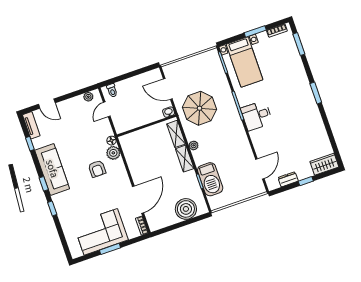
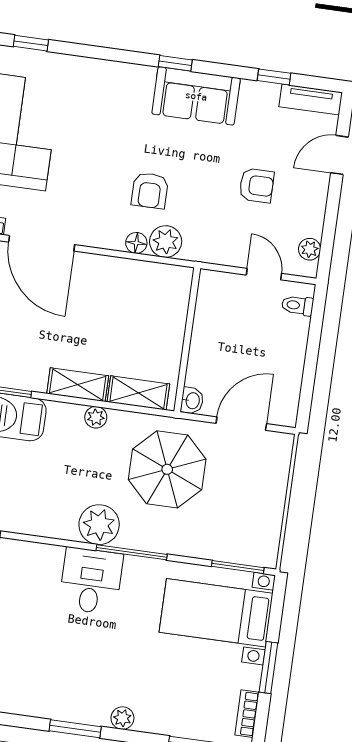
plant: (303, 77) -> (122, 718), added
plant: (234, 123) -> (99, 525), added
armchair: (74, 129) -> (257, 185), added
floor lamp: (111, 141) -> (136, 243), moved
sofa: (52, 169) -> (196, 96), width x0.73
armchair: (97, 169) -> (150, 190), turned -90
window: (52, 208) -> (31, 43), moved

